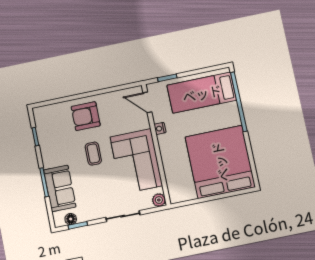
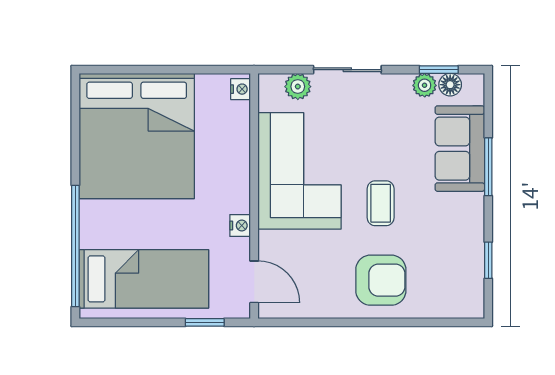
nightstand: (174, 196) -> (241, 89), added
plant: (159, 200) -> (298, 87), moved
plant: (83, 216) -> (425, 85), added

